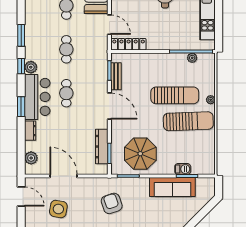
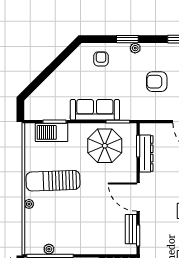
sun lounger: (175, 95) -> (68, 209), removed
barbecue: (183, 169) -> (52, 132), width x1.88, depth x1.53
sofa: (172, 187) -> (95, 110), moved
armchair: (112, 203) -> (157, 82), moved, turned 109

